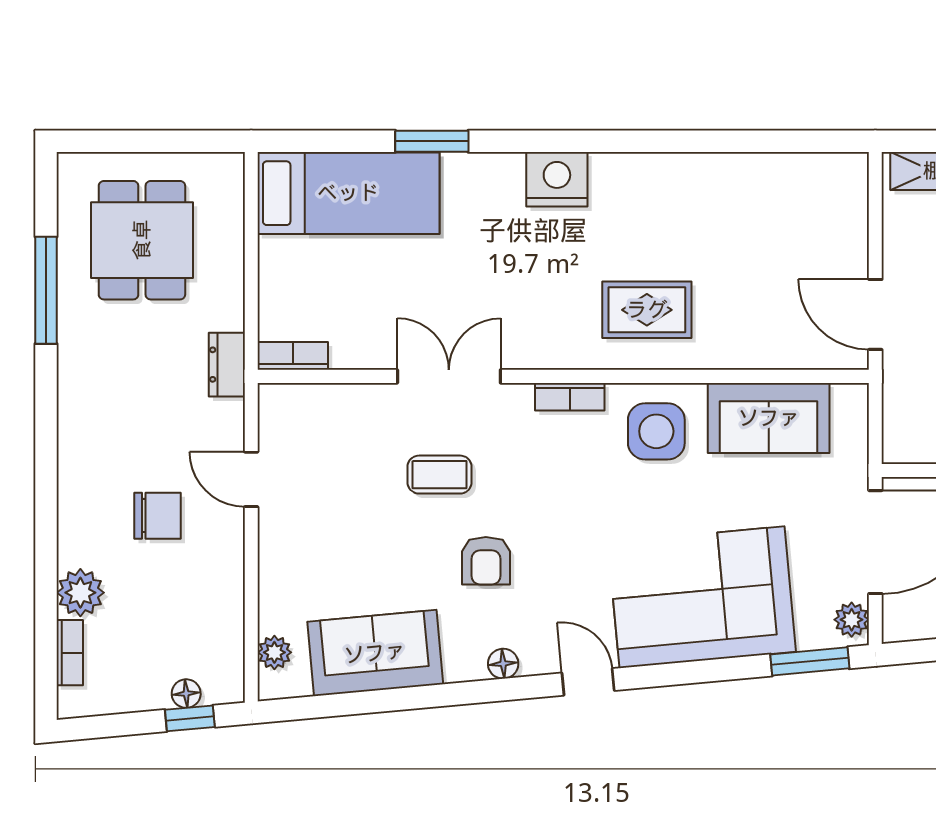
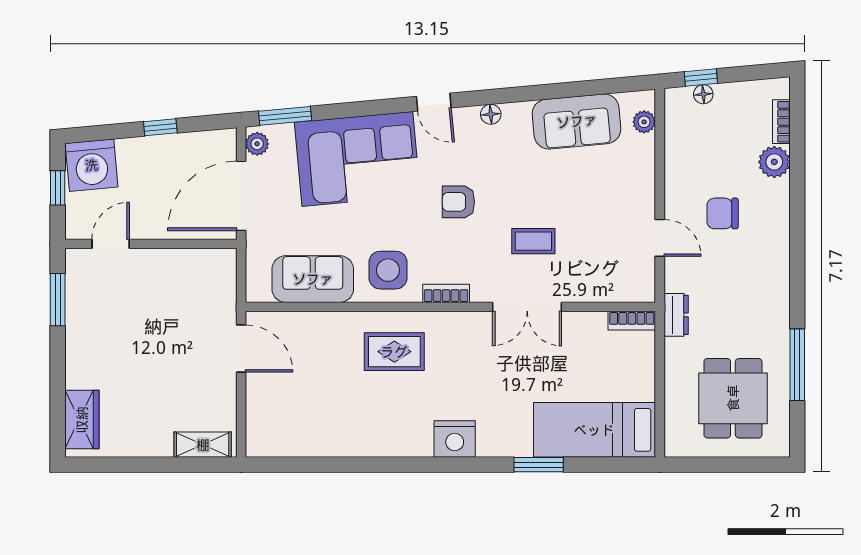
armchair: (486, 561) -> (458, 202), moved, turned -90

